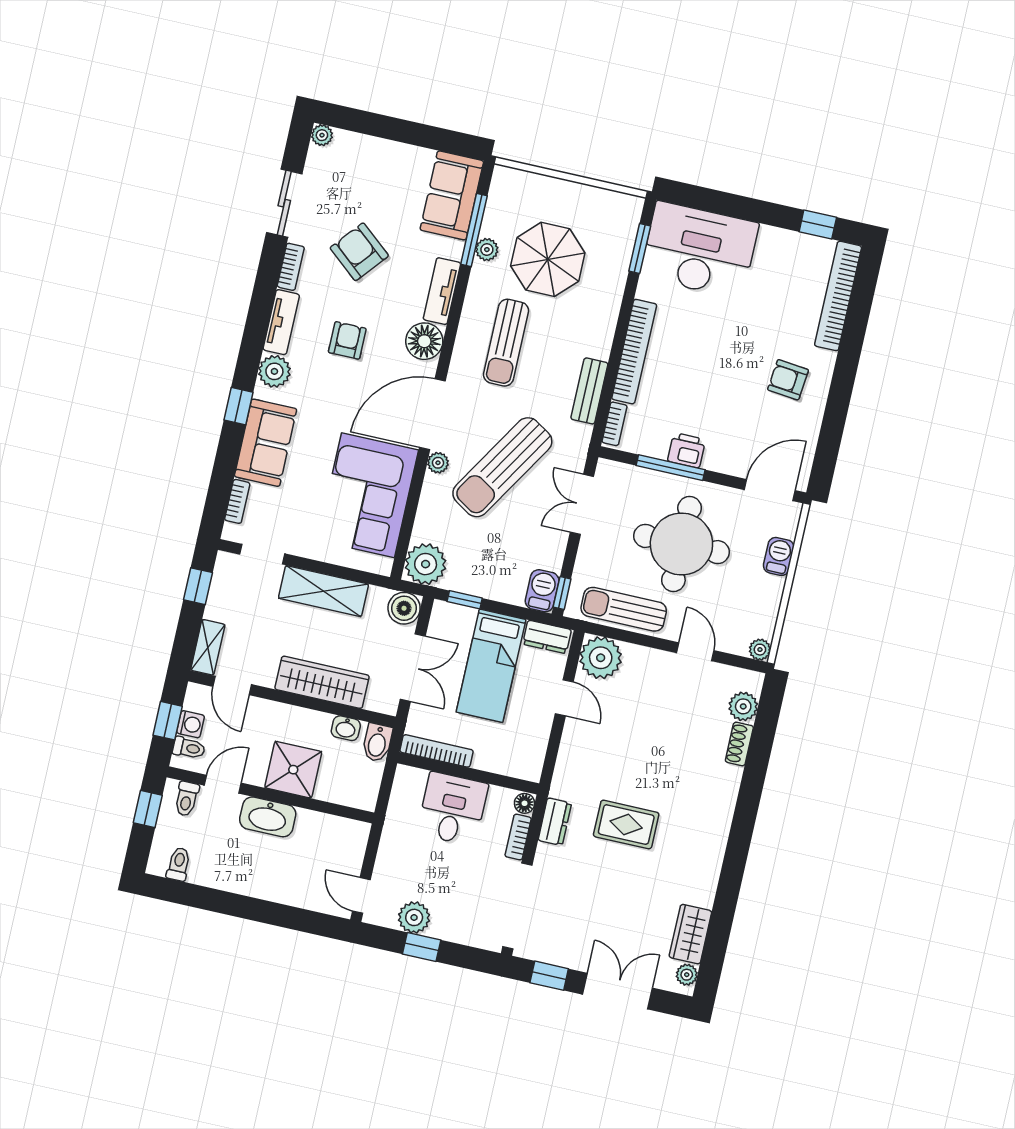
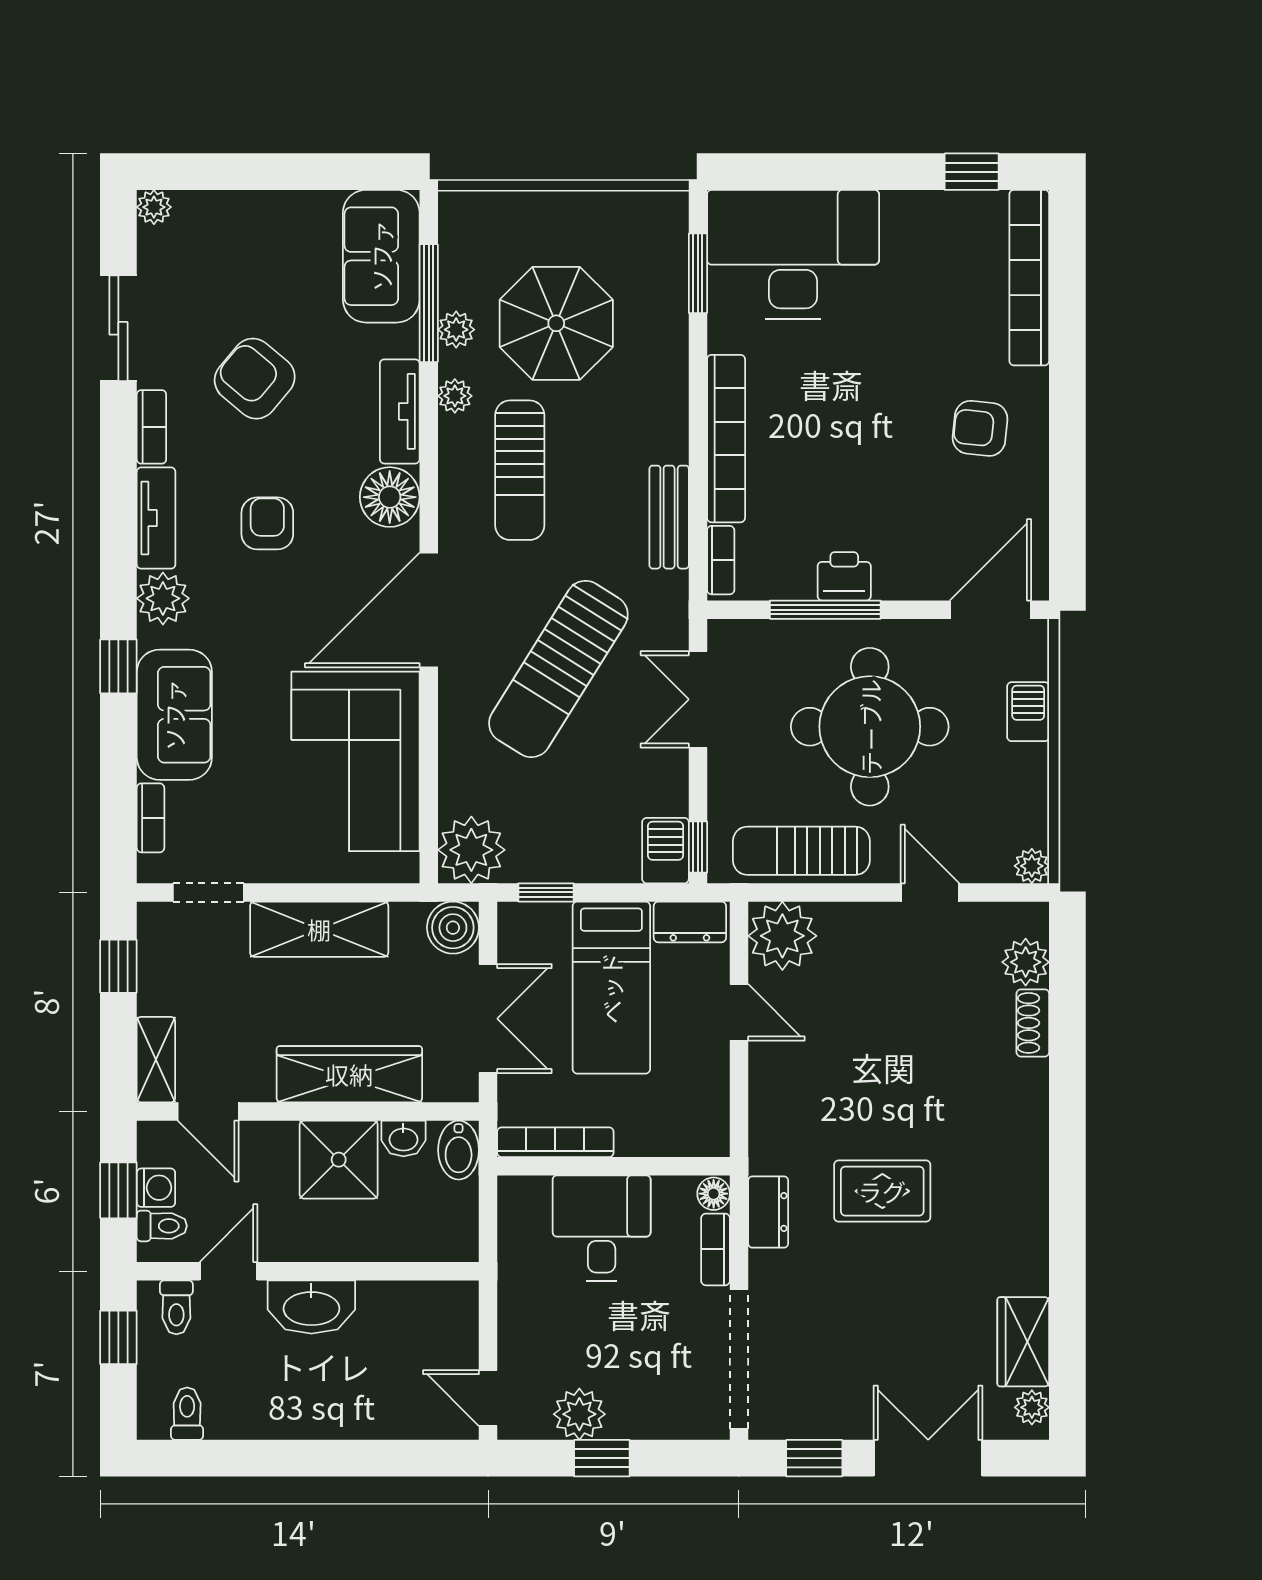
plant: (438, 463) -> (455, 396), moved
shower: (293, 770) -> (339, 1160), moved

